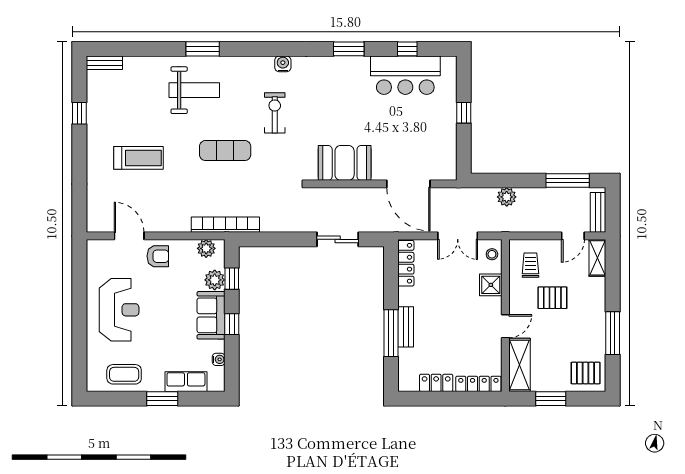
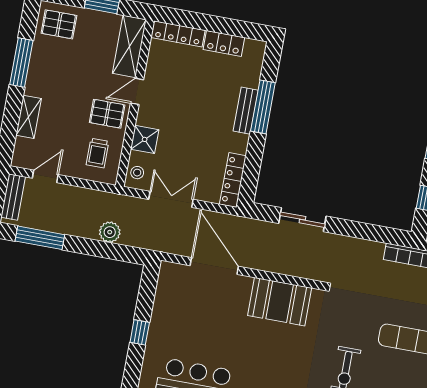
shelving: (597, 258) -> (29, 117), moved
pallet: (552, 298) -> (107, 114), moved

